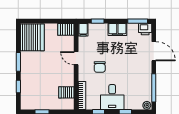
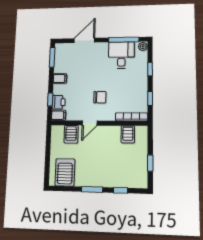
server rack: (66, 29) -> (71, 134), moved
filing cabinet: (117, 29) -> (60, 78), width x0.50
printer: (145, 29) -> (59, 102), moved
server rack: (32, 37) -> (65, 172), width x0.62
desk: (112, 97) -> (121, 55), moved, turned -90

